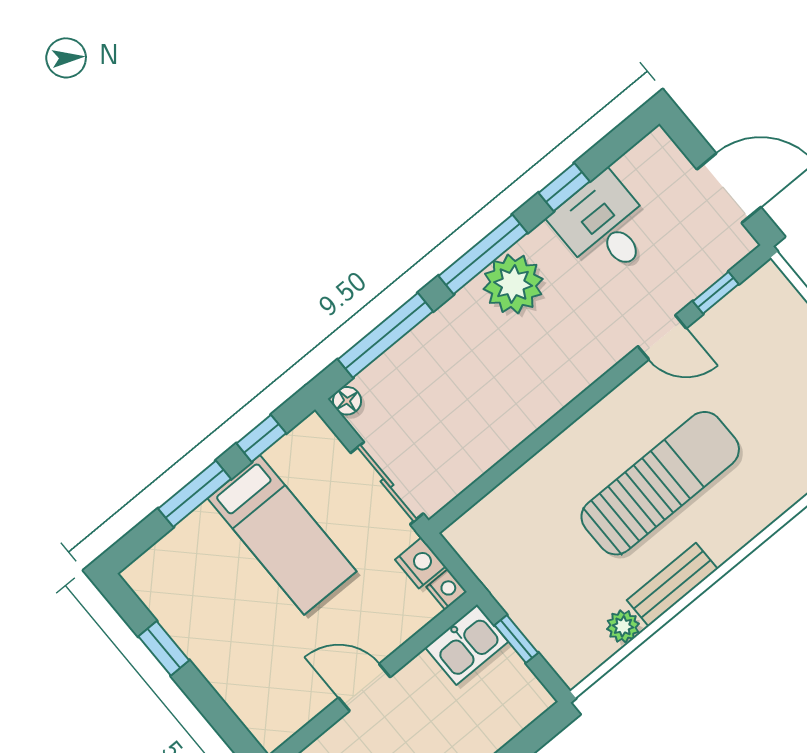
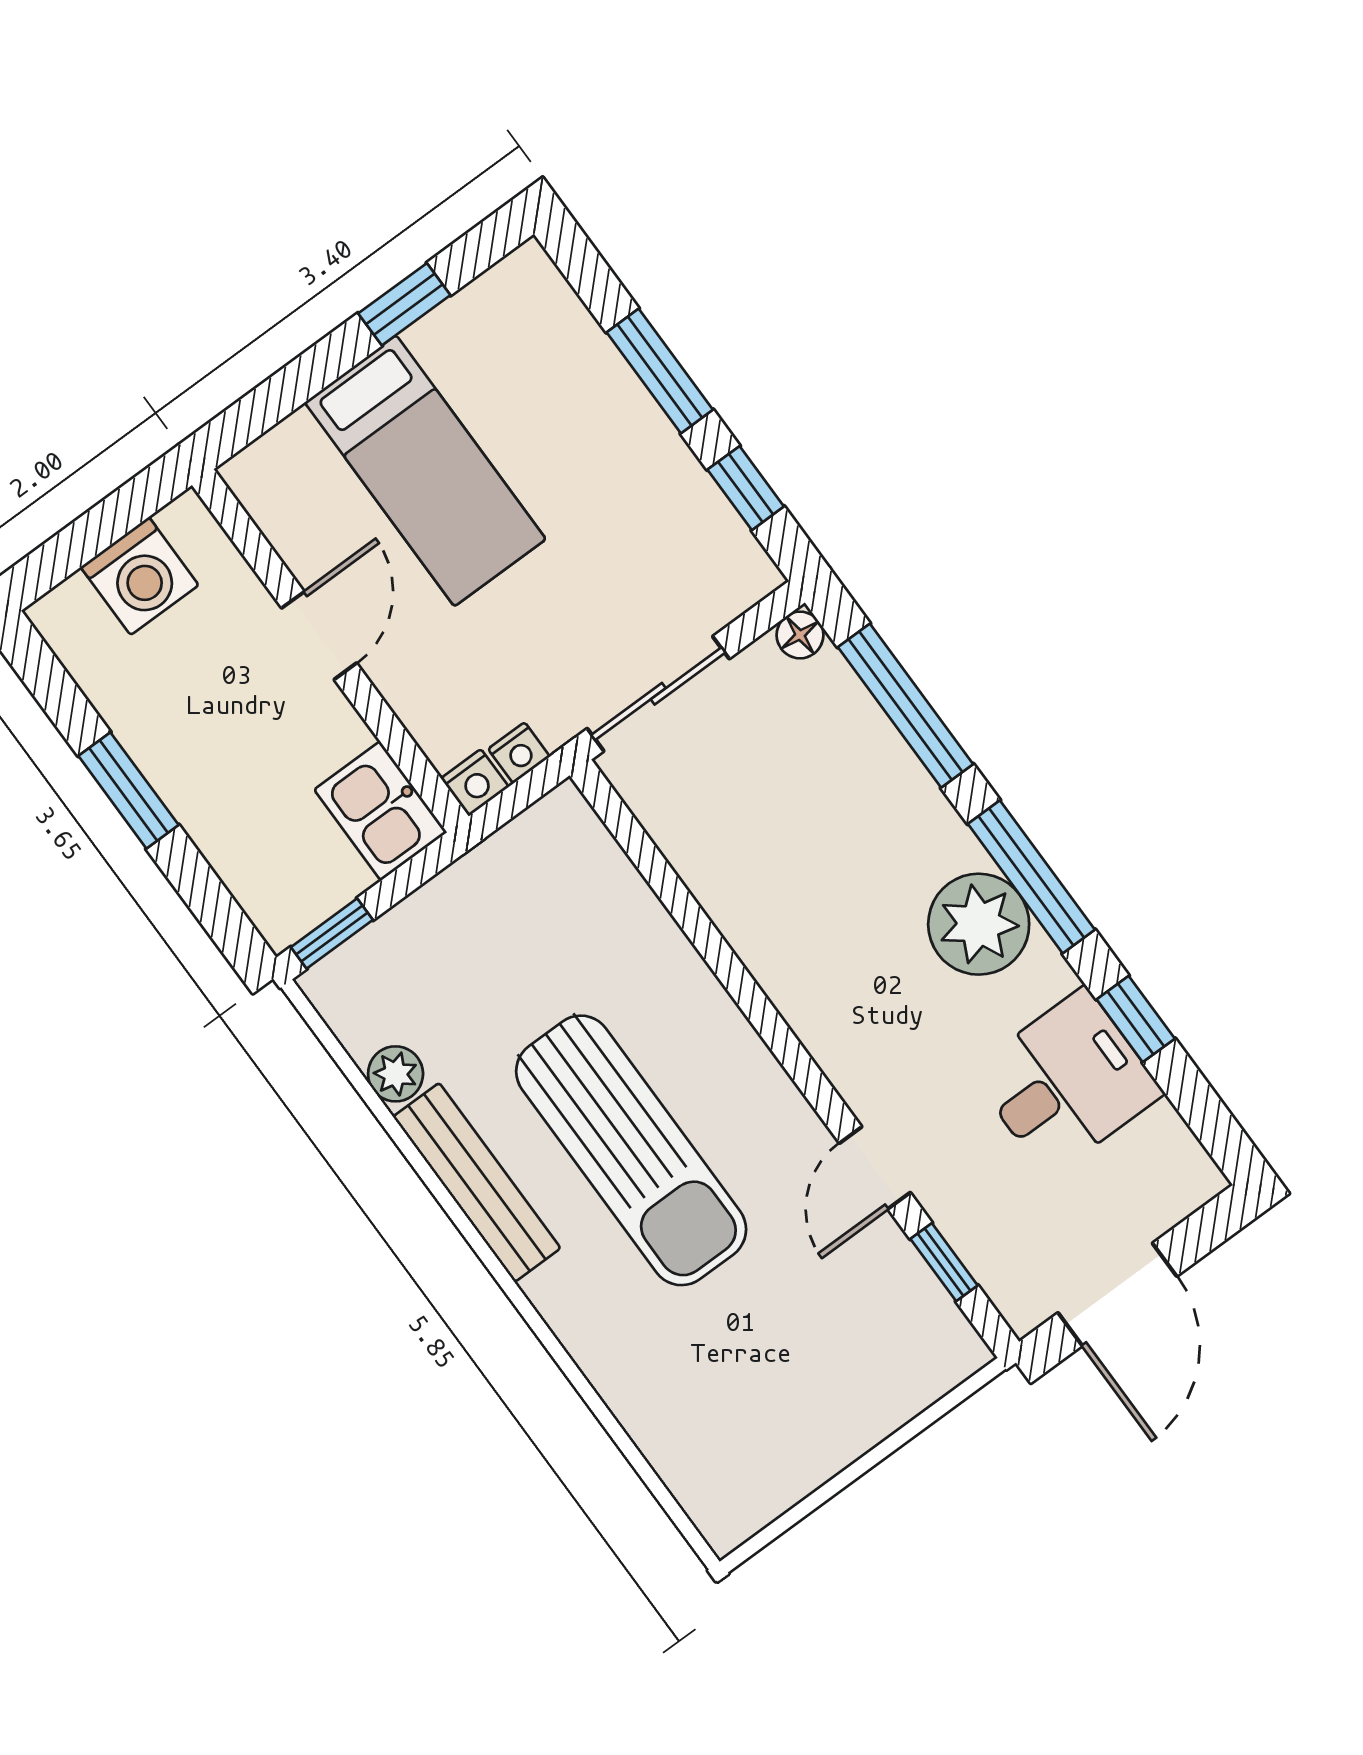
bed: (282, 535) -> (425, 471), moved, turned -90
nightstand: (420, 563) -> (519, 753), width x0.72, depth x0.74
bench: (672, 584) -> (477, 1182), width x1.36
window: (516, 639) -> (332, 934), moved

